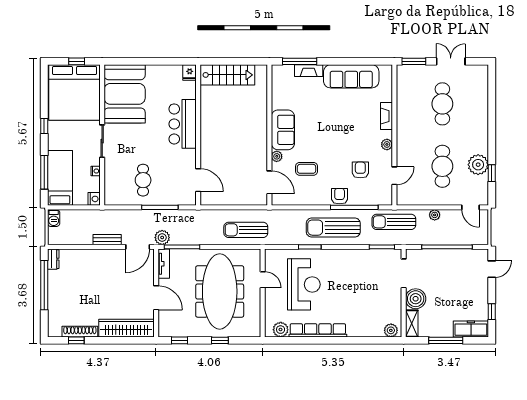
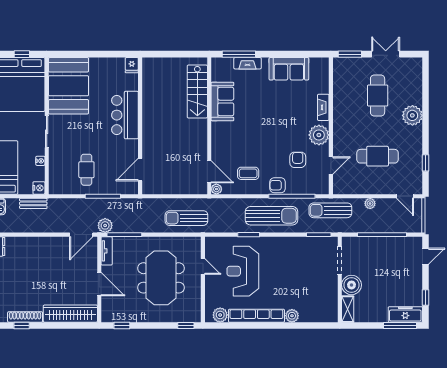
stairs: (227, 75) -> (197, 92), moved, turned 90
sofa: (351, 76) -> (289, 69), width x0.73
sofa: (283, 130) -> (222, 102), moved
plant: (387, 144) -> (319, 135), width x1.87, depth x1.87
plant: (277, 156) -> (216, 189), moved
plant: (478, 165) -> (412, 115), moved
cafe table: (442, 166) -> (378, 156), turned 90
coffee table: (307, 169) -> (248, 173), moved
door: (198, 180) -> (140, 170), swing flipped
armchair: (340, 196) -> (278, 185), turned -90
sun lounger: (333, 228) -> (271, 216), turned 180
bench: (107, 240) -> (33, 203), moved
reception desk: (304, 284) -> (243, 271), turned 180
meeting table: (220, 291) -> (161, 278), width x0.73
plant: (391, 330) -> (292, 316), moved
window: (220, 340) -> (186, 326), moved
window: (446, 340) -> (400, 326), moved

